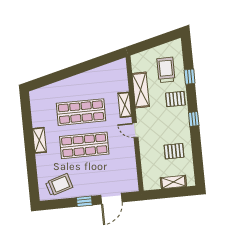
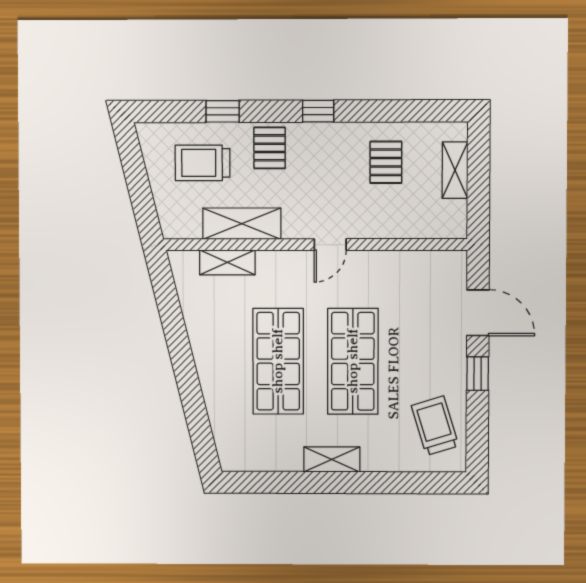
shelving: (125, 105) -> (227, 262), moved

